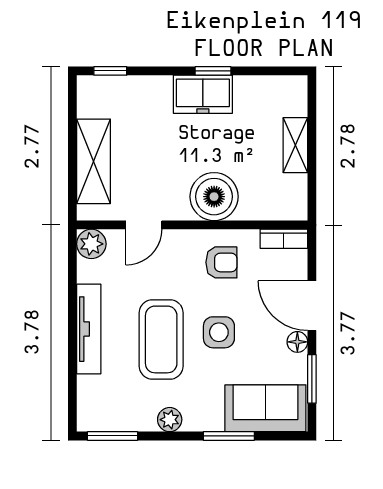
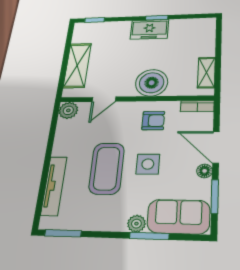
shelving: (295, 145) -> (206, 73), moved
tv unit: (89, 329) -> (54, 186), moved
plant: (170, 420) -> (136, 224), moved

